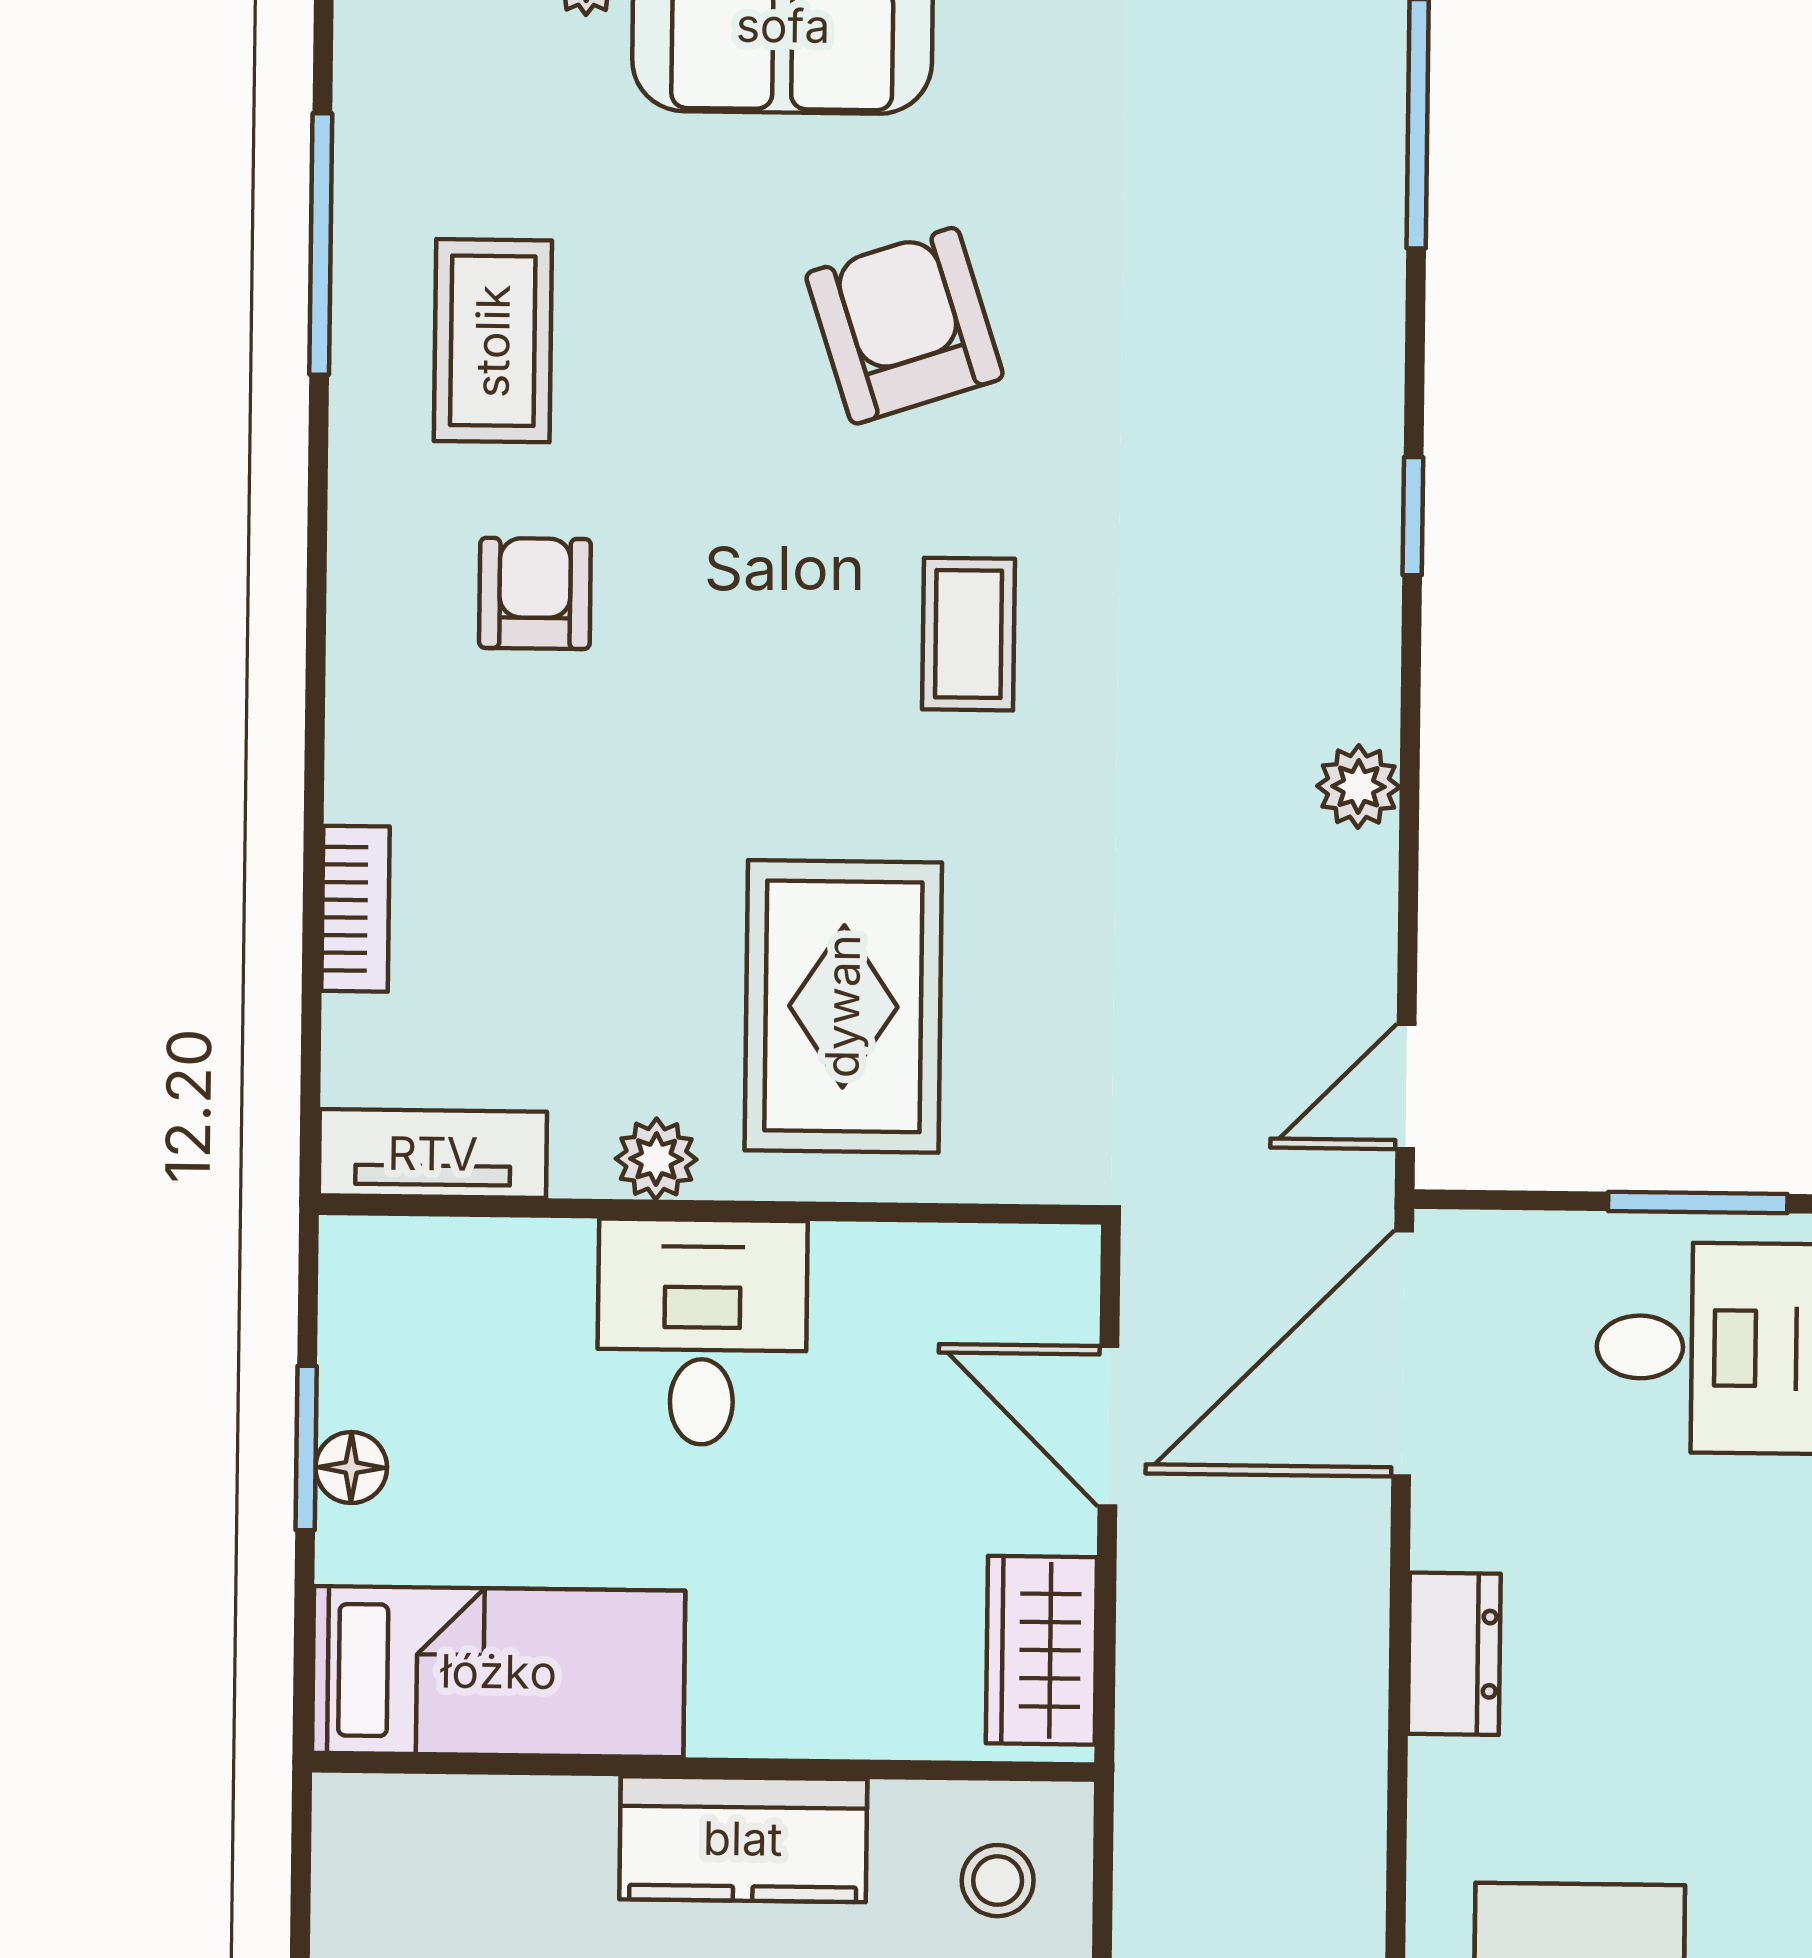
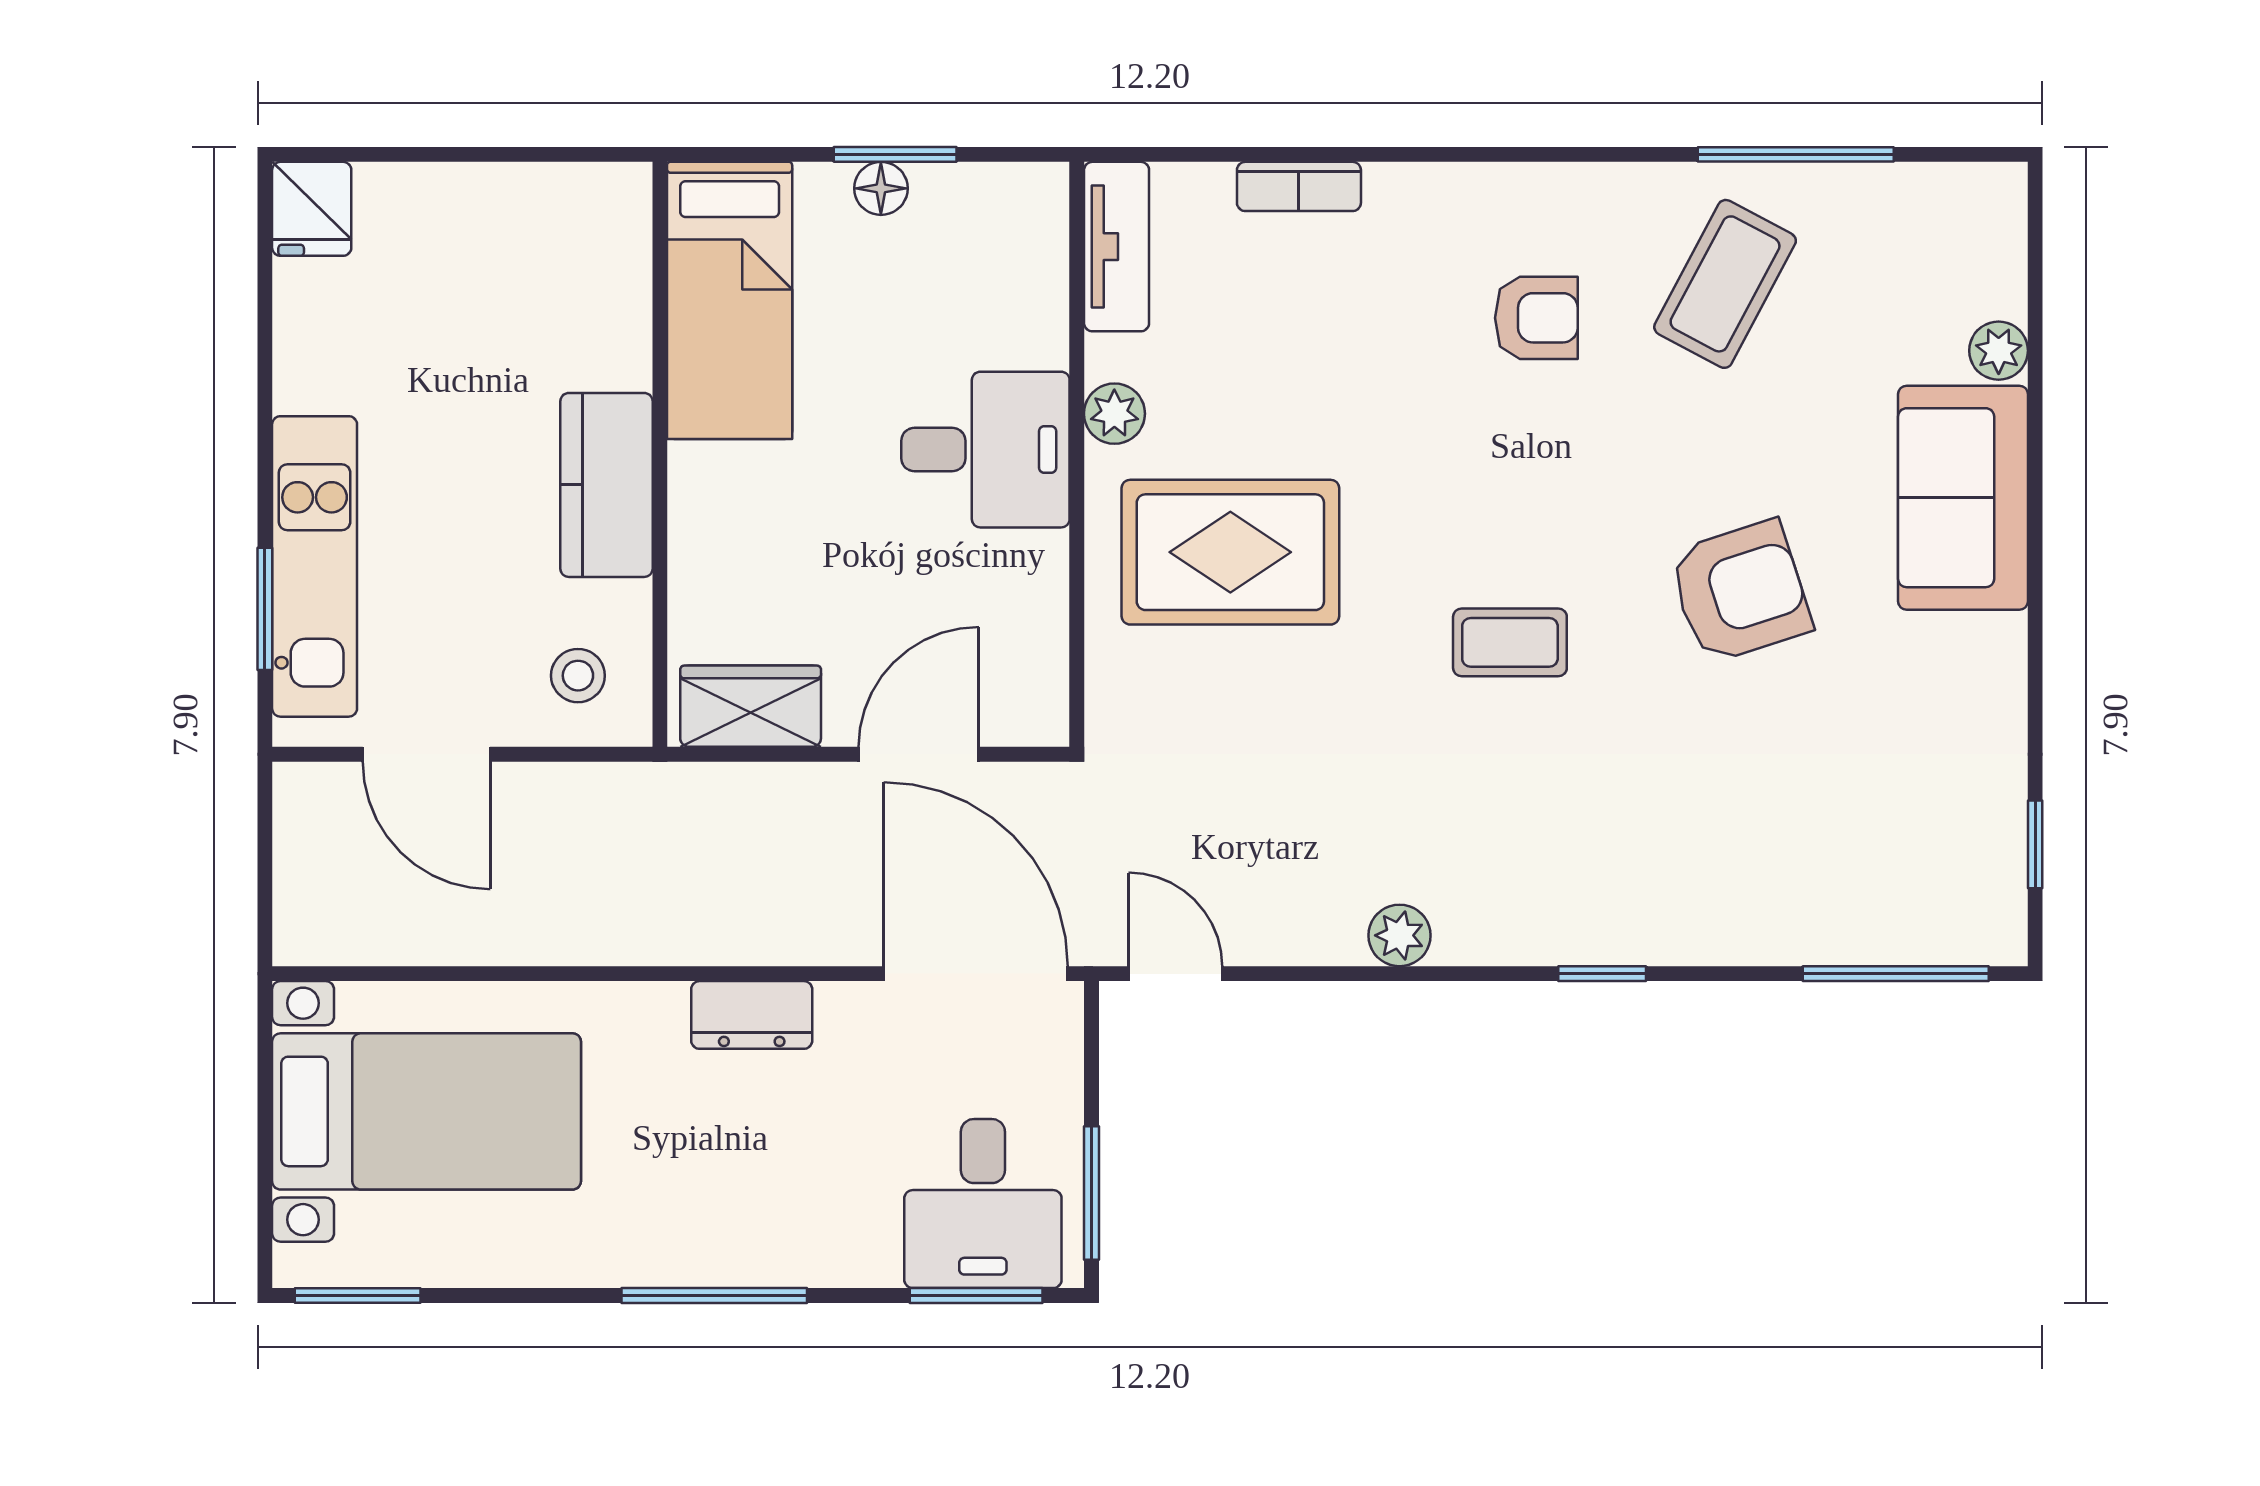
coffee table: (493, 341) -> (1725, 284), turned -62

